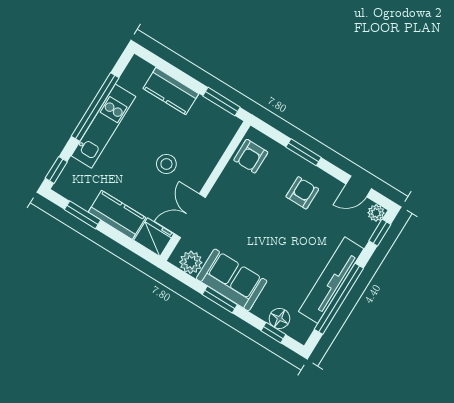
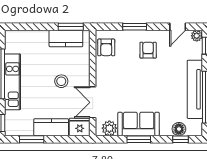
kitchen counter: (171, 91) -> (66, 38), moved

